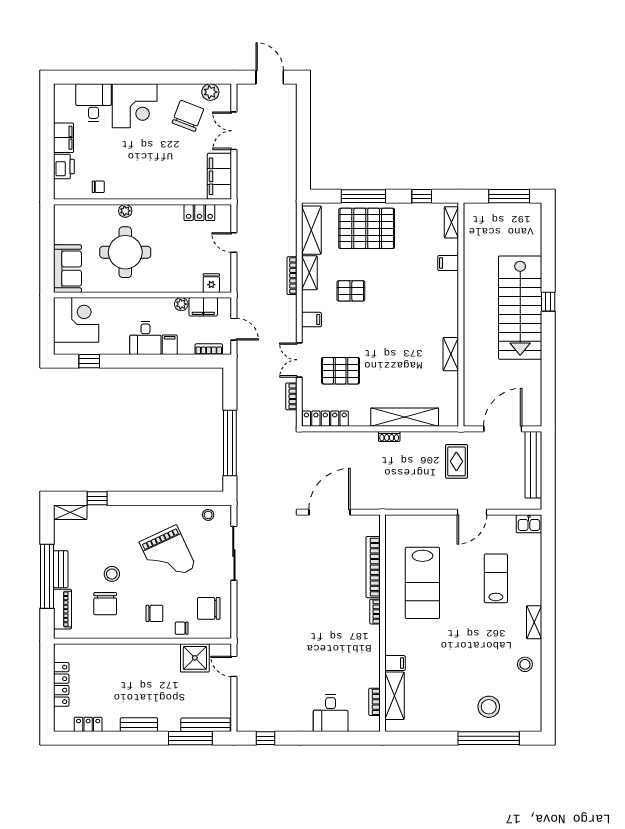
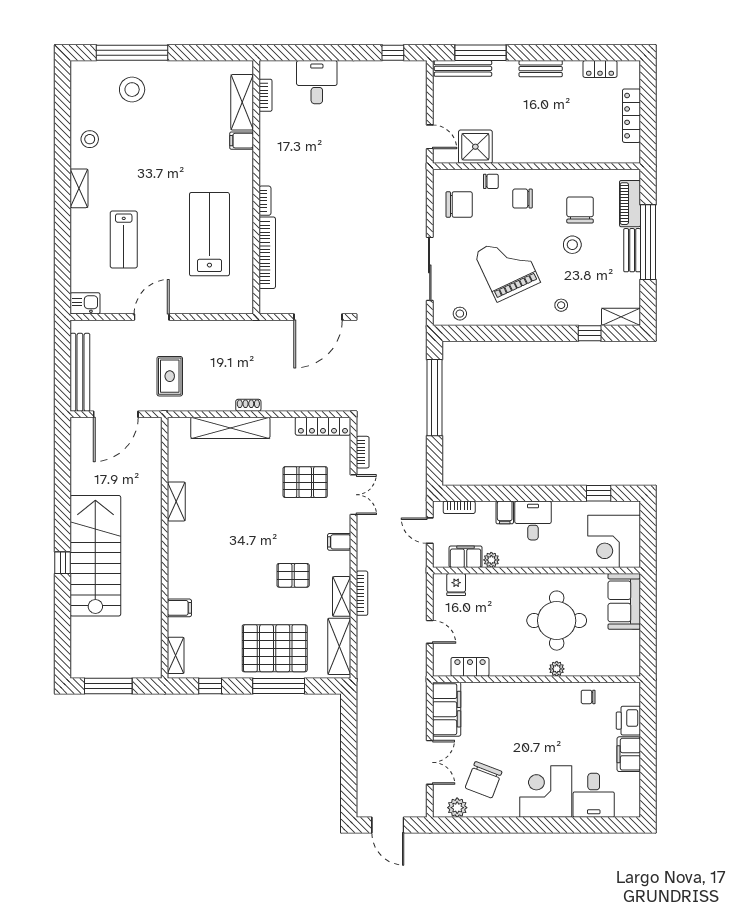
stool: (121, 522) -> (561, 305), added

